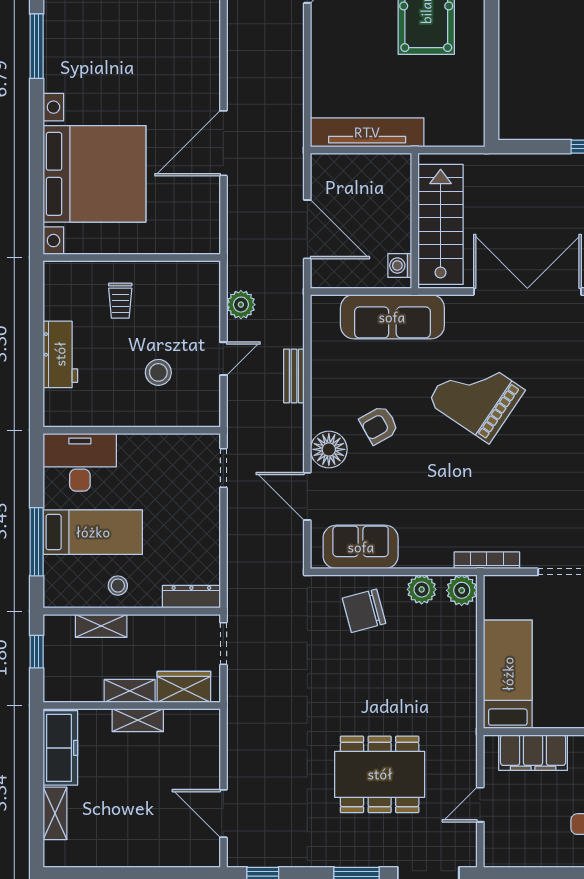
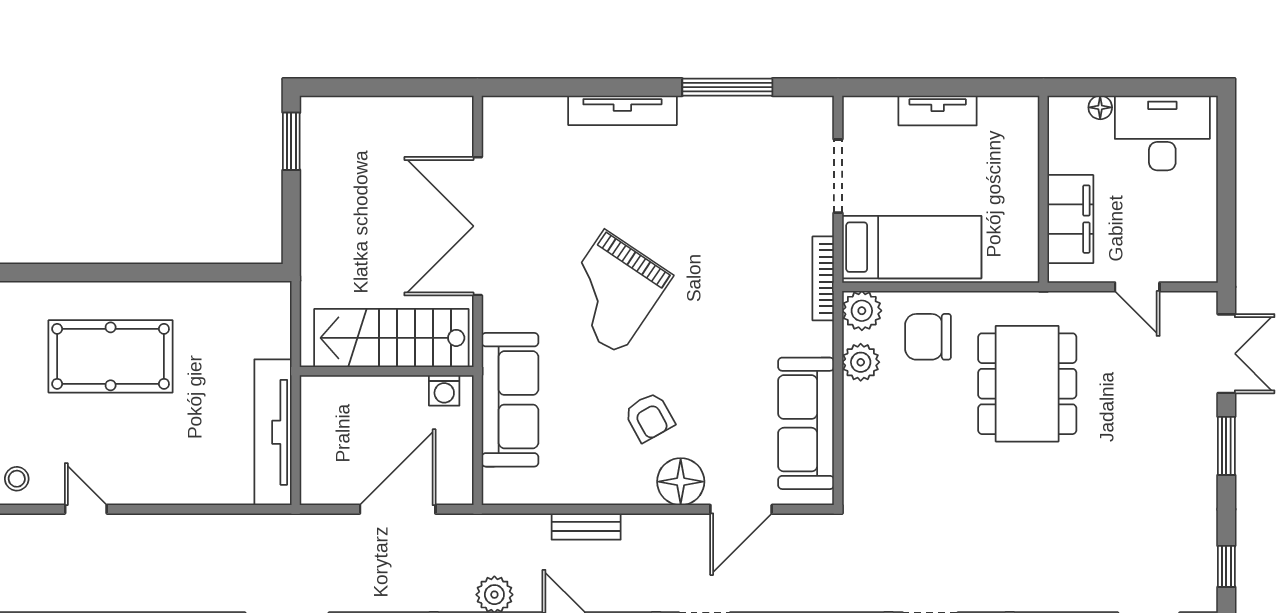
sofa: (361, 547) -> (806, 423), width x1.36
chair: (364, 611) -> (928, 337), moved, turned 105
bed: (508, 674) -> (912, 247), moved, turned 180
dining table: (380, 774) -> (1027, 384), moved

